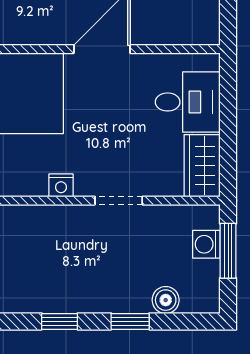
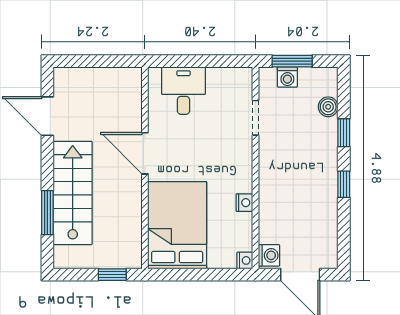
wardrobe: (202, 166) -> (230, 80), removed
nightstand: (61, 185) -> (244, 203), moved
doorway: (119, 201) -> (256, 118), moved

